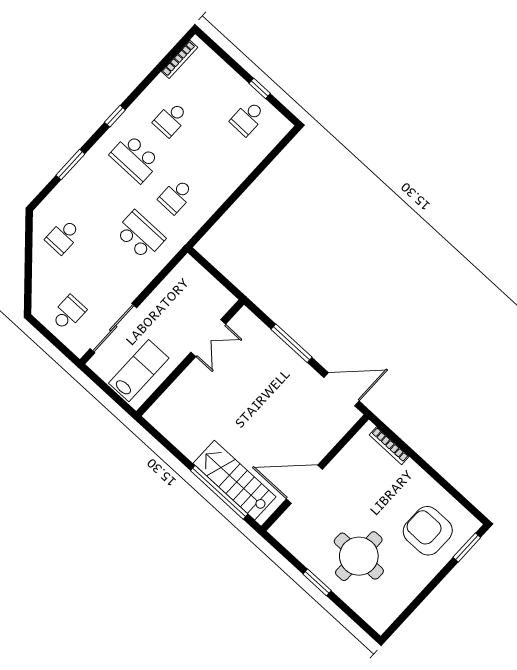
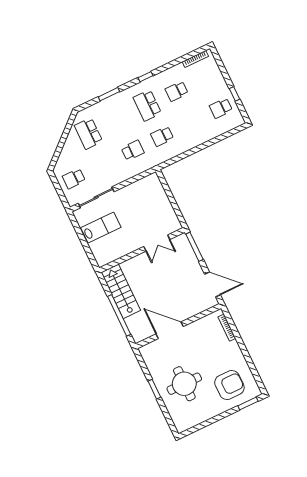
school desk: (140, 235) -> (133, 150), width x0.54
school desk: (63, 236) -> (88, 134), width x1.85
school desk: (68, 313) -> (74, 179), turned 180
double door: (208, 338) -> (157, 243), moved
wall: (190, 358) -> (142, 250), moved
stairs: (235, 480) -> (121, 291), moved
armchair: (428, 531) -> (229, 385), turned 90

